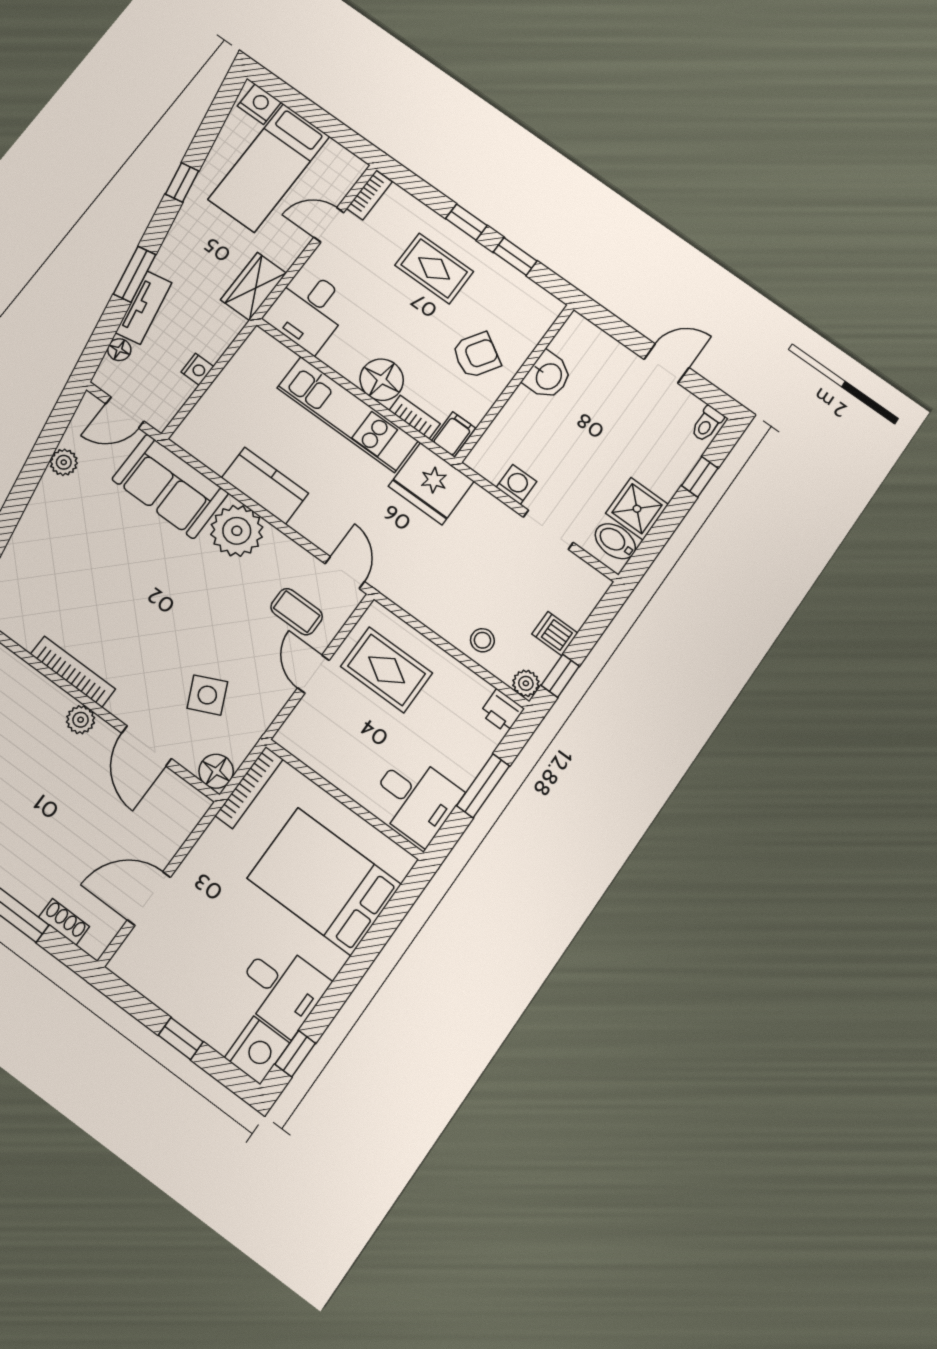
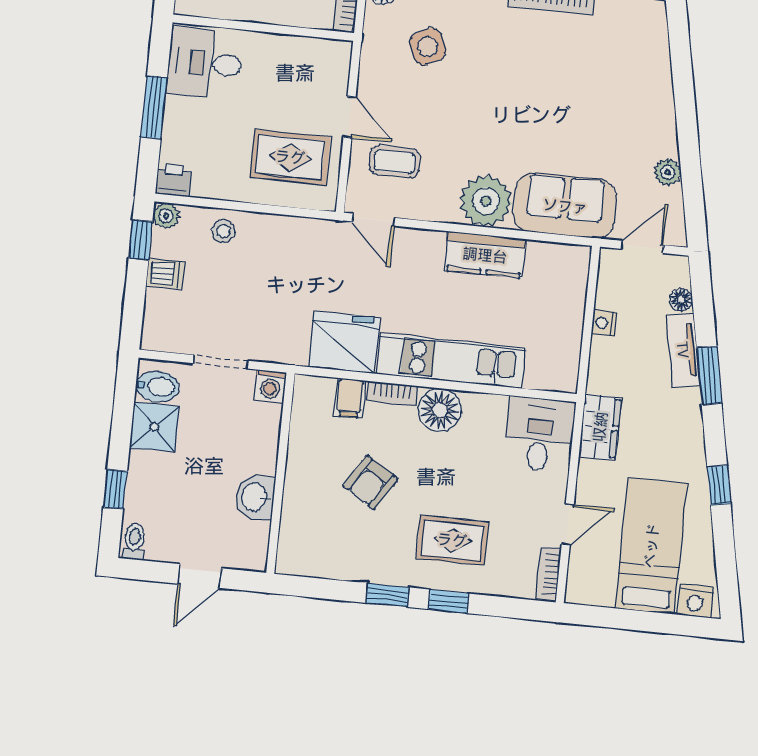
washbasin: (548, 376) -> (255, 497), moved
wall: (515, 383) -> (280, 473), moved

